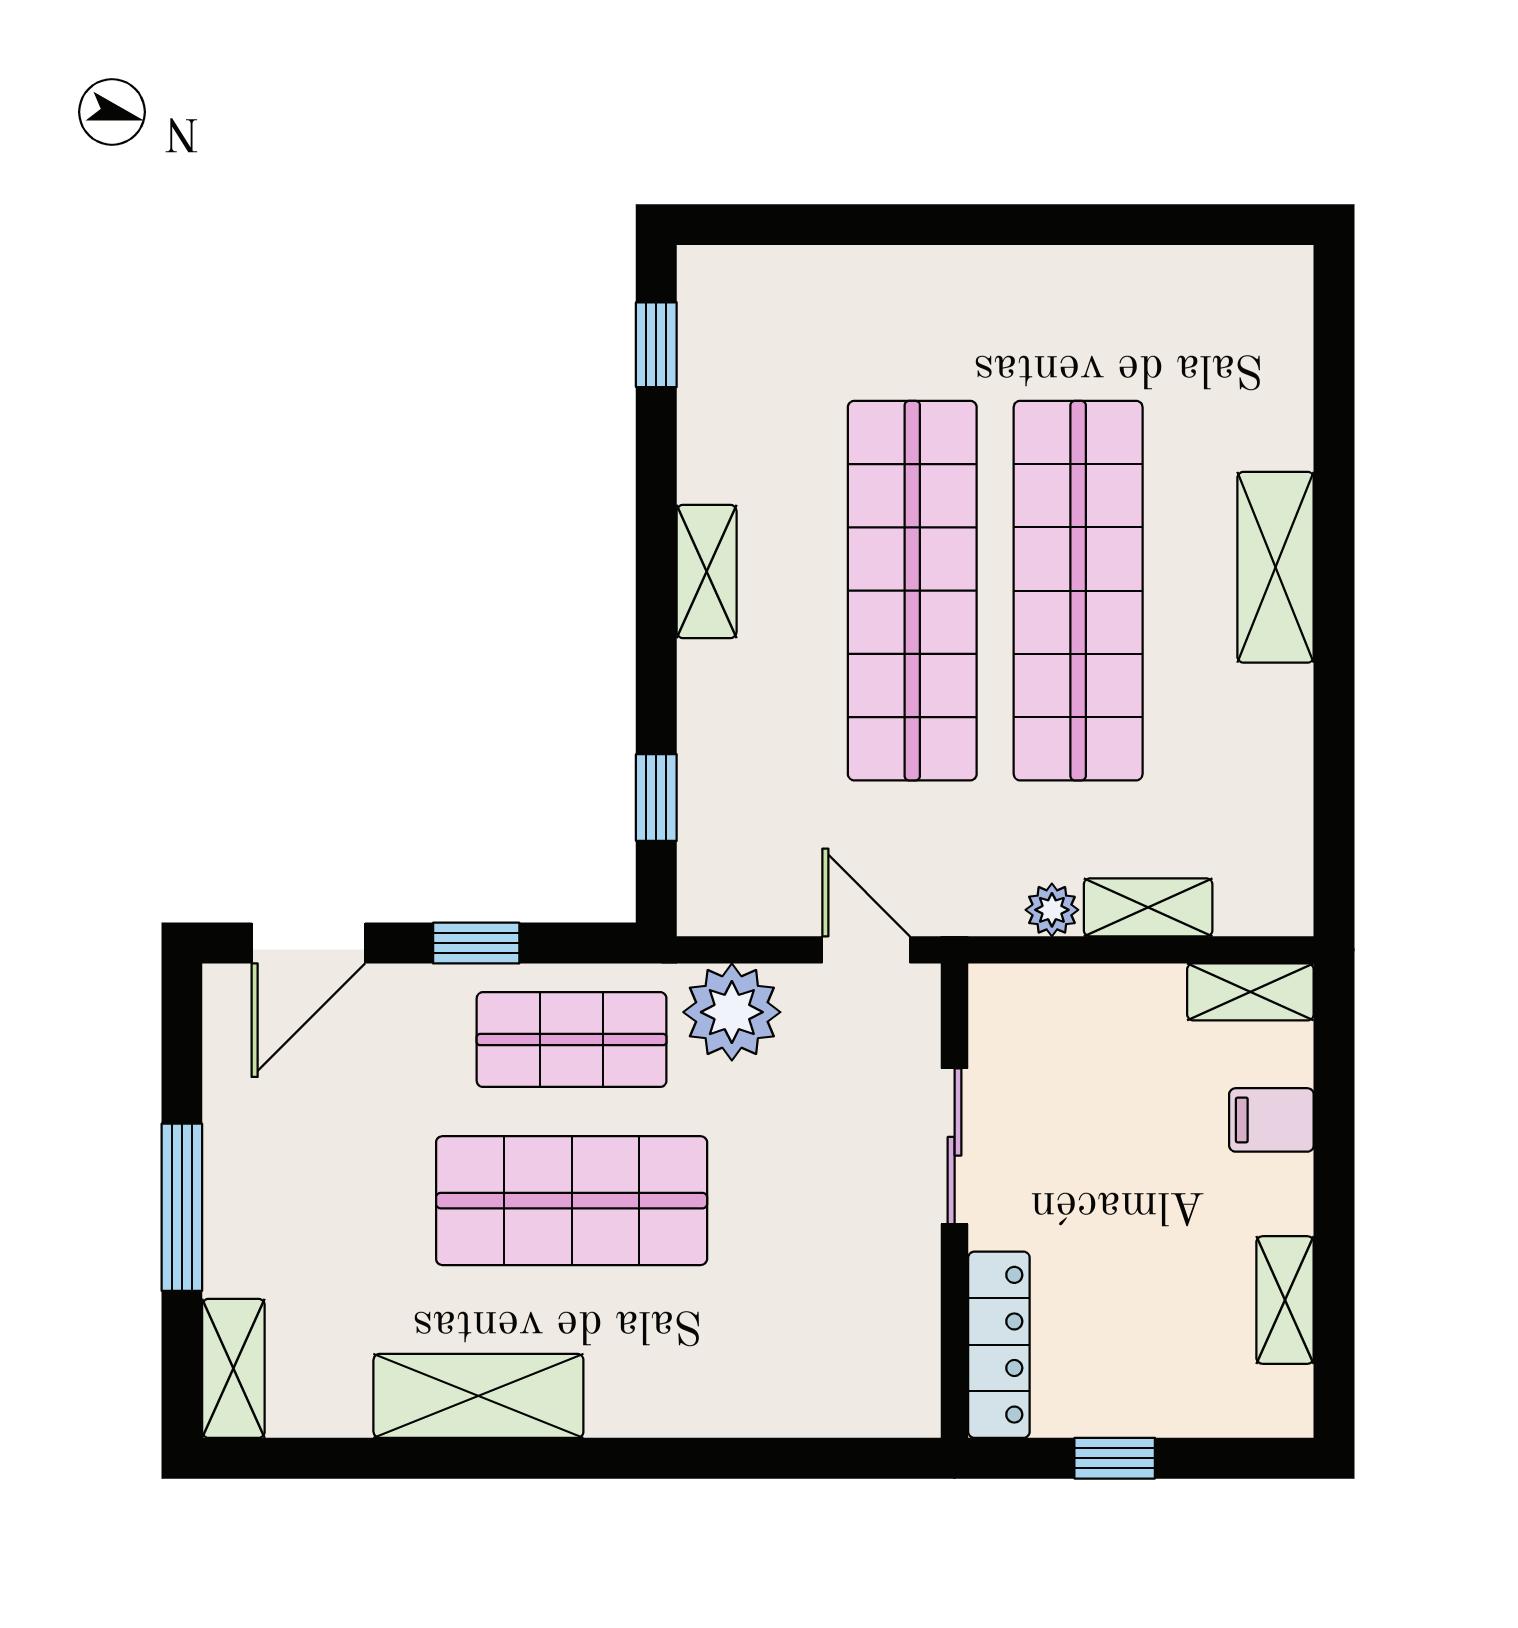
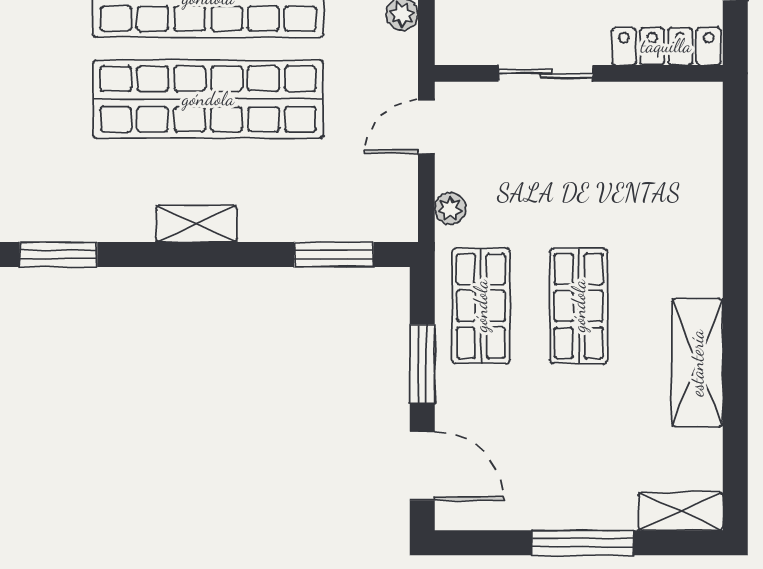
window: (656, 345) -> (59, 255), width x1.50
window: (656, 798) -> (334, 255), width x1.50
window: (476, 943) -> (422, 364), width x1.50
plant: (732, 1012) -> (450, 209), width x0.53, depth x0.53
shop shelf: (572, 1201) -> (579, 306), width x0.70, depth x0.74

